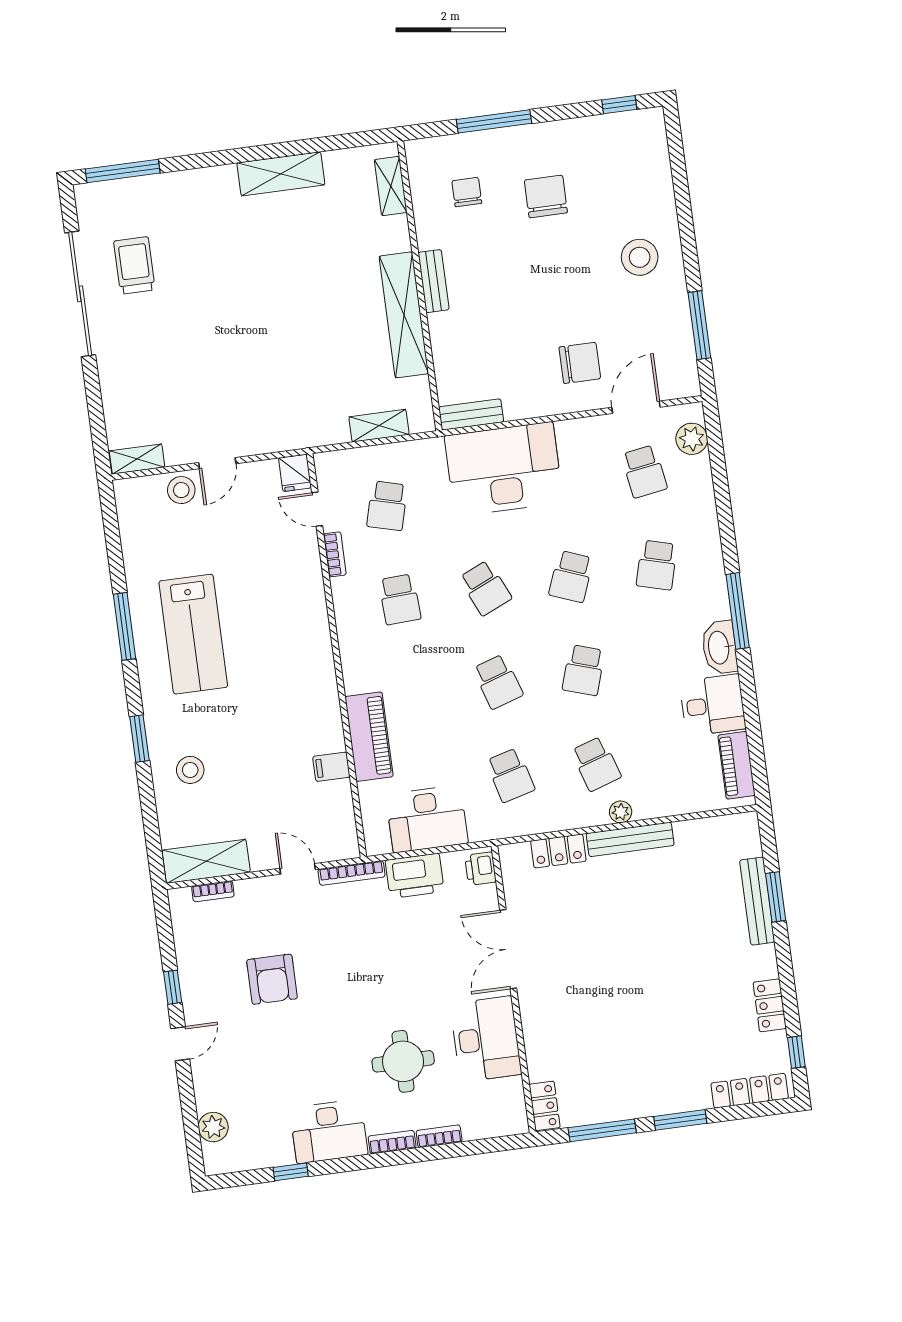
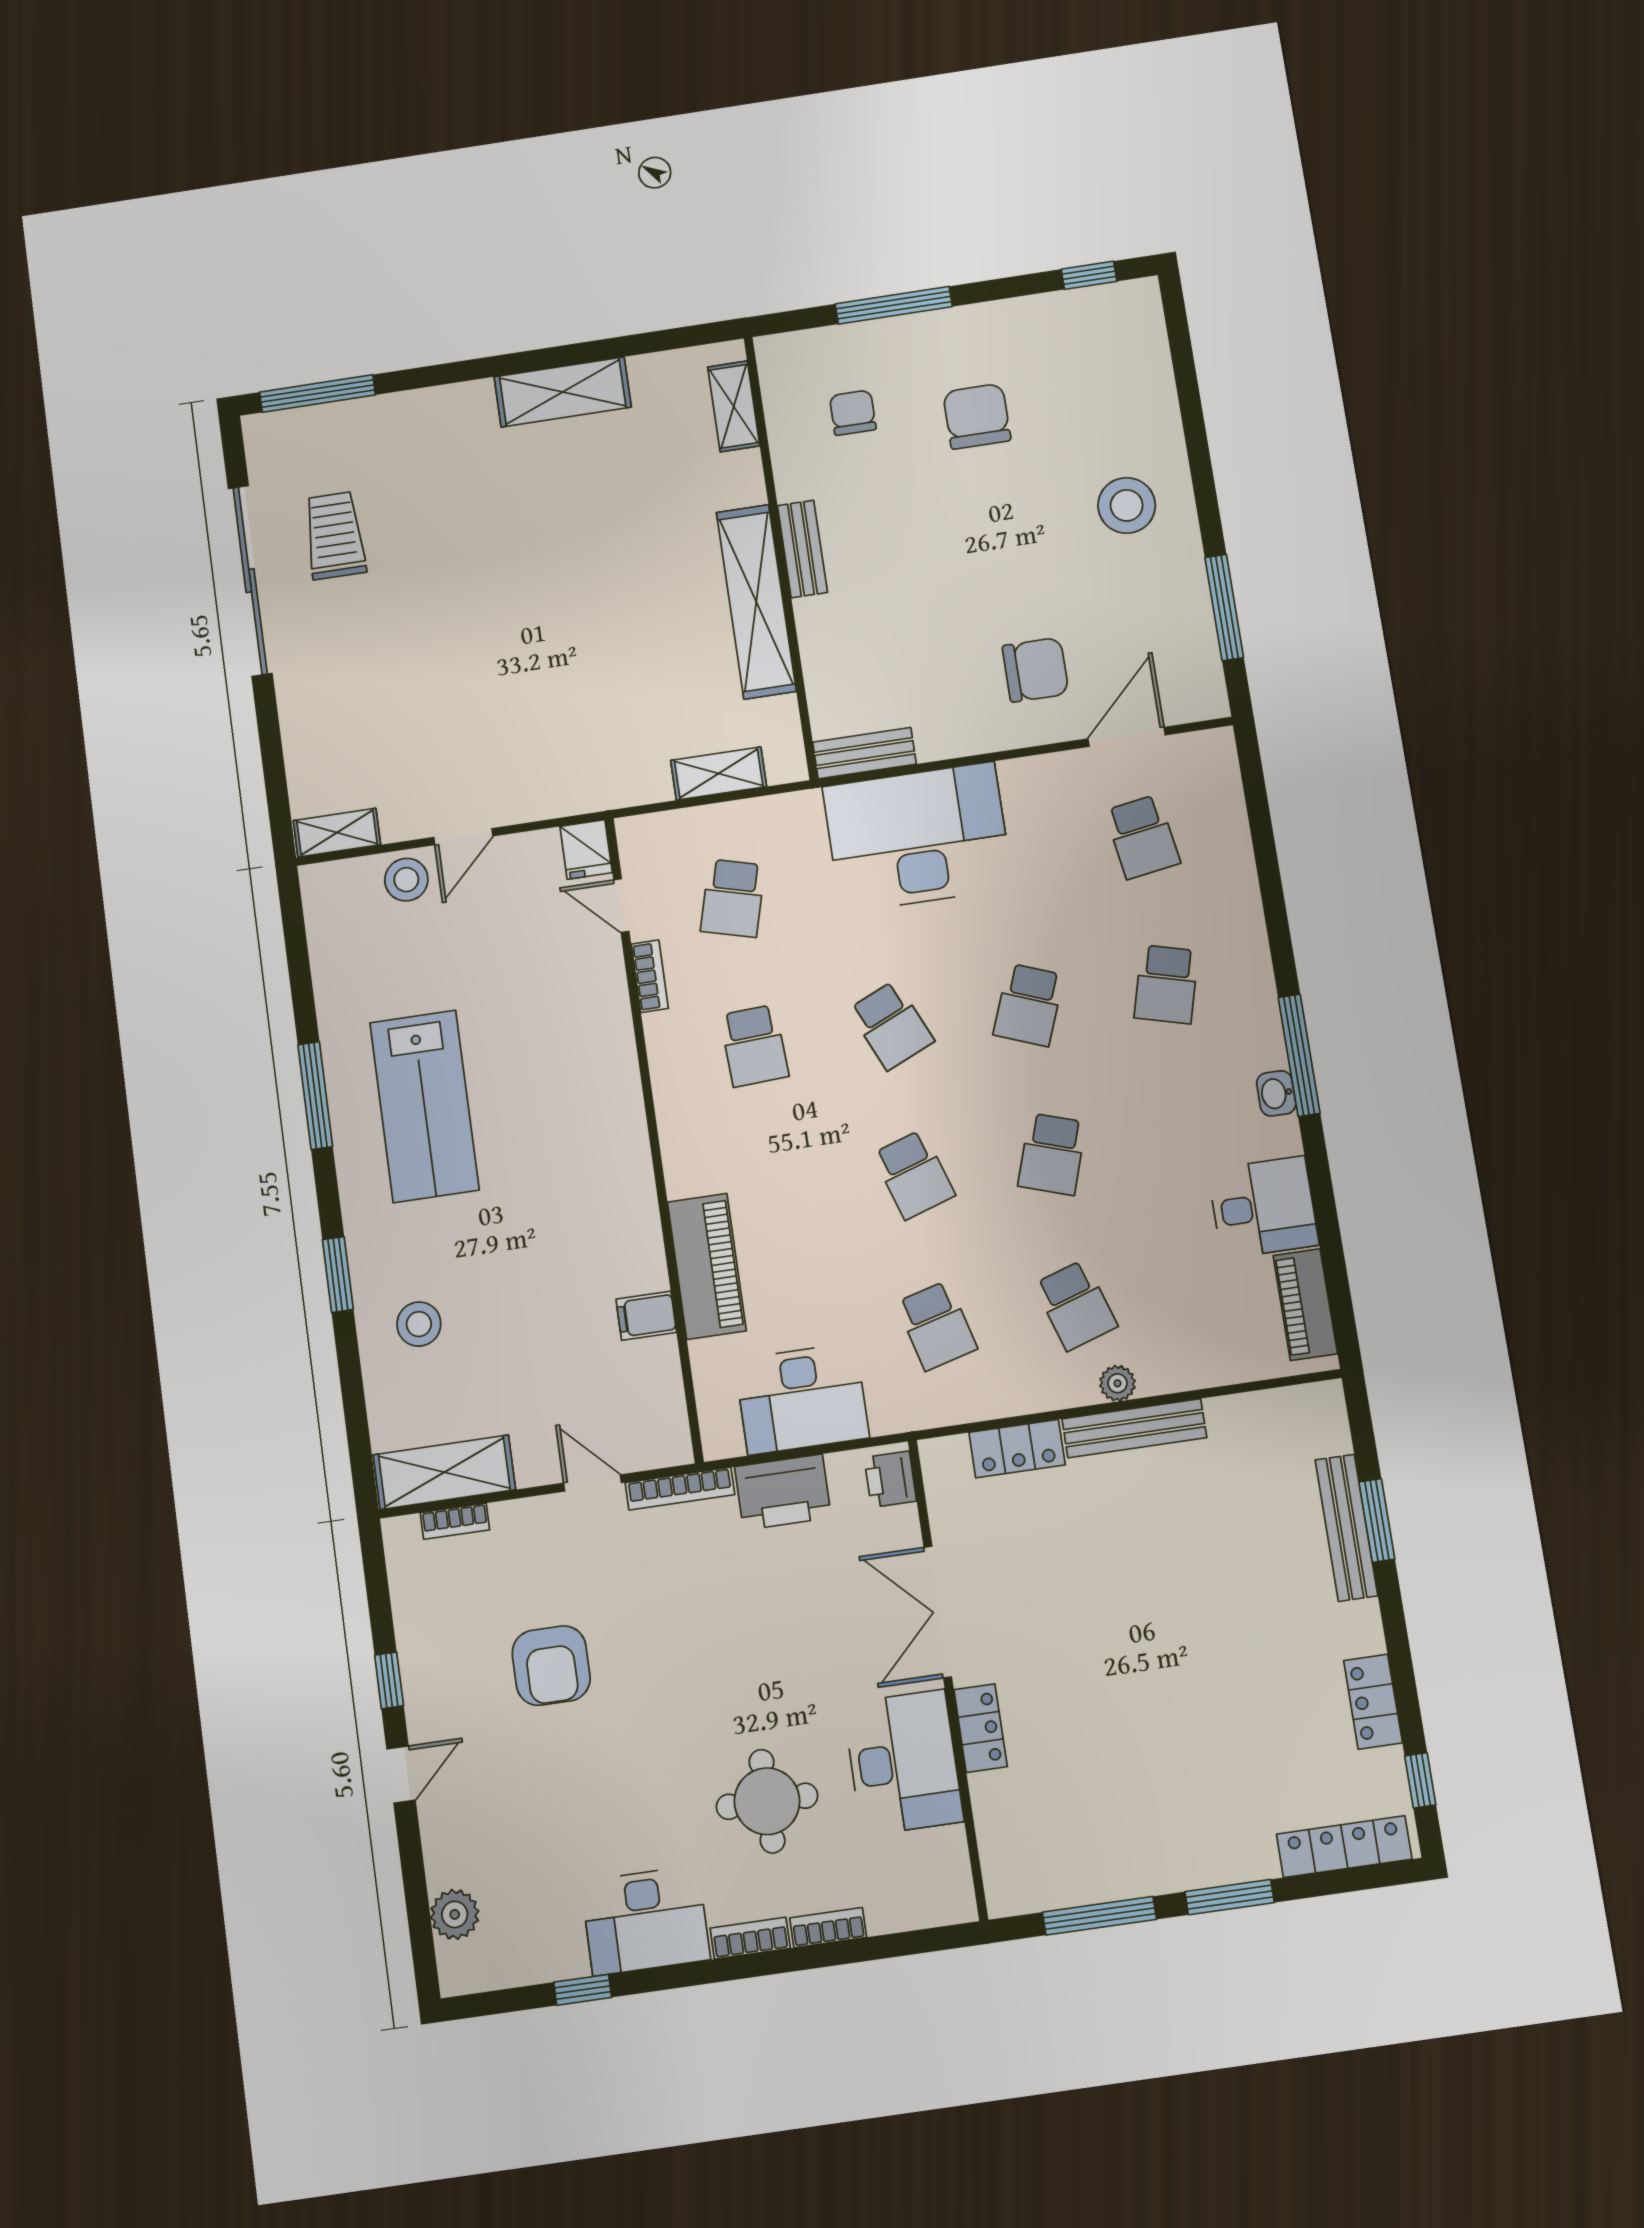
plant: (692, 439) -> (1217, 784), removed
washbasin: (720, 647) -> (1276, 1093), width x0.52, depth x0.69
locker: (545, 1106) -> (981, 1728), moved

